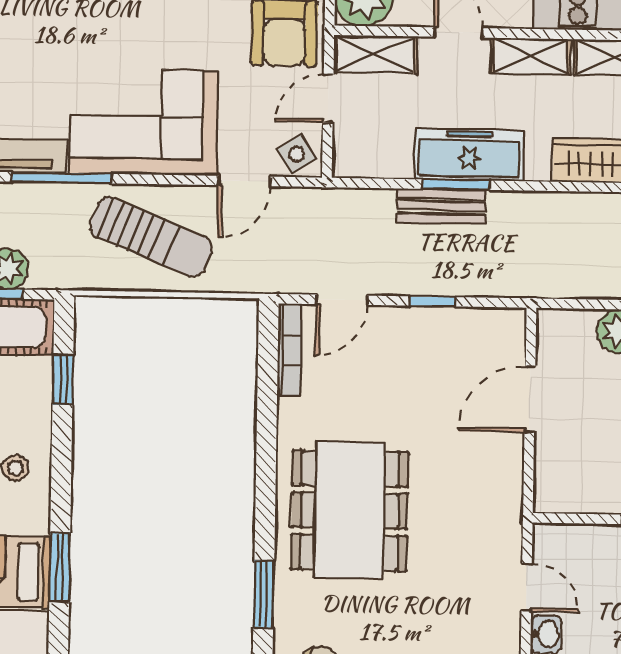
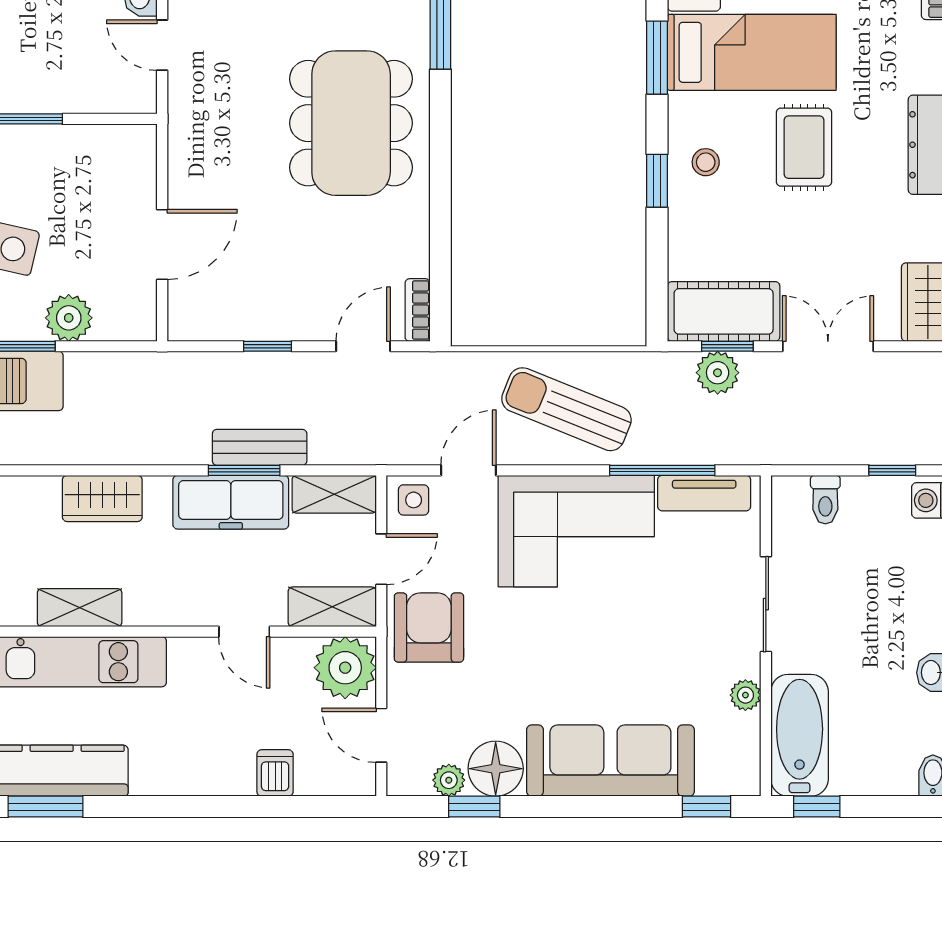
shelving: (531, 56) -> (334, 494), moved
side table: (297, 154) -> (414, 500), turned 32
bookcase: (290, 350) -> (418, 310), width x0.64
window: (63, 380) -> (657, 181), moved

